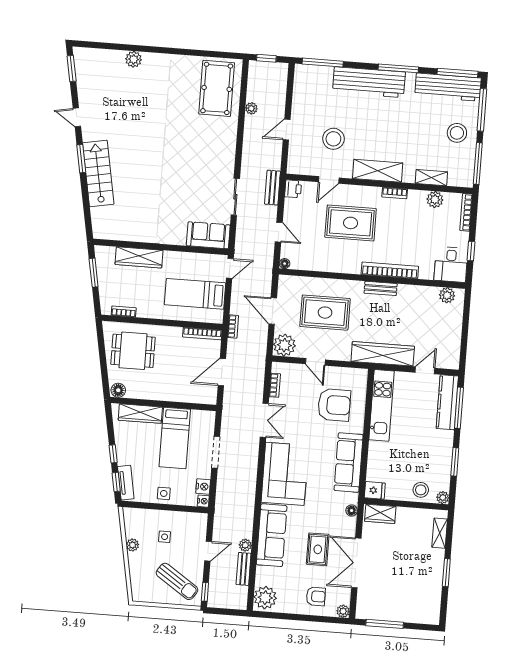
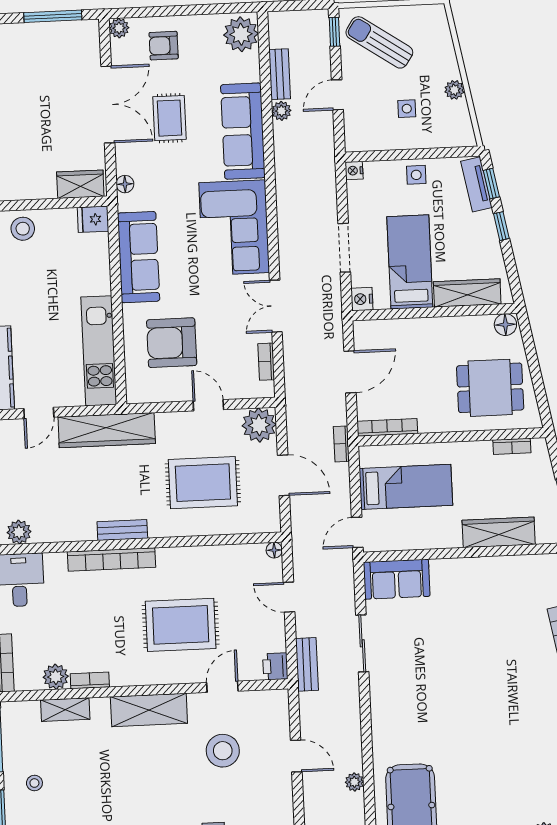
door: (287, 130) -> (296, 756), hinge flipped
stool: (457, 133) -> (34, 783), width x0.53, depth x0.53
bookcase: (395, 193) -> (90, 680), moved
nightstand: (203, 487) -> (362, 299), moved

